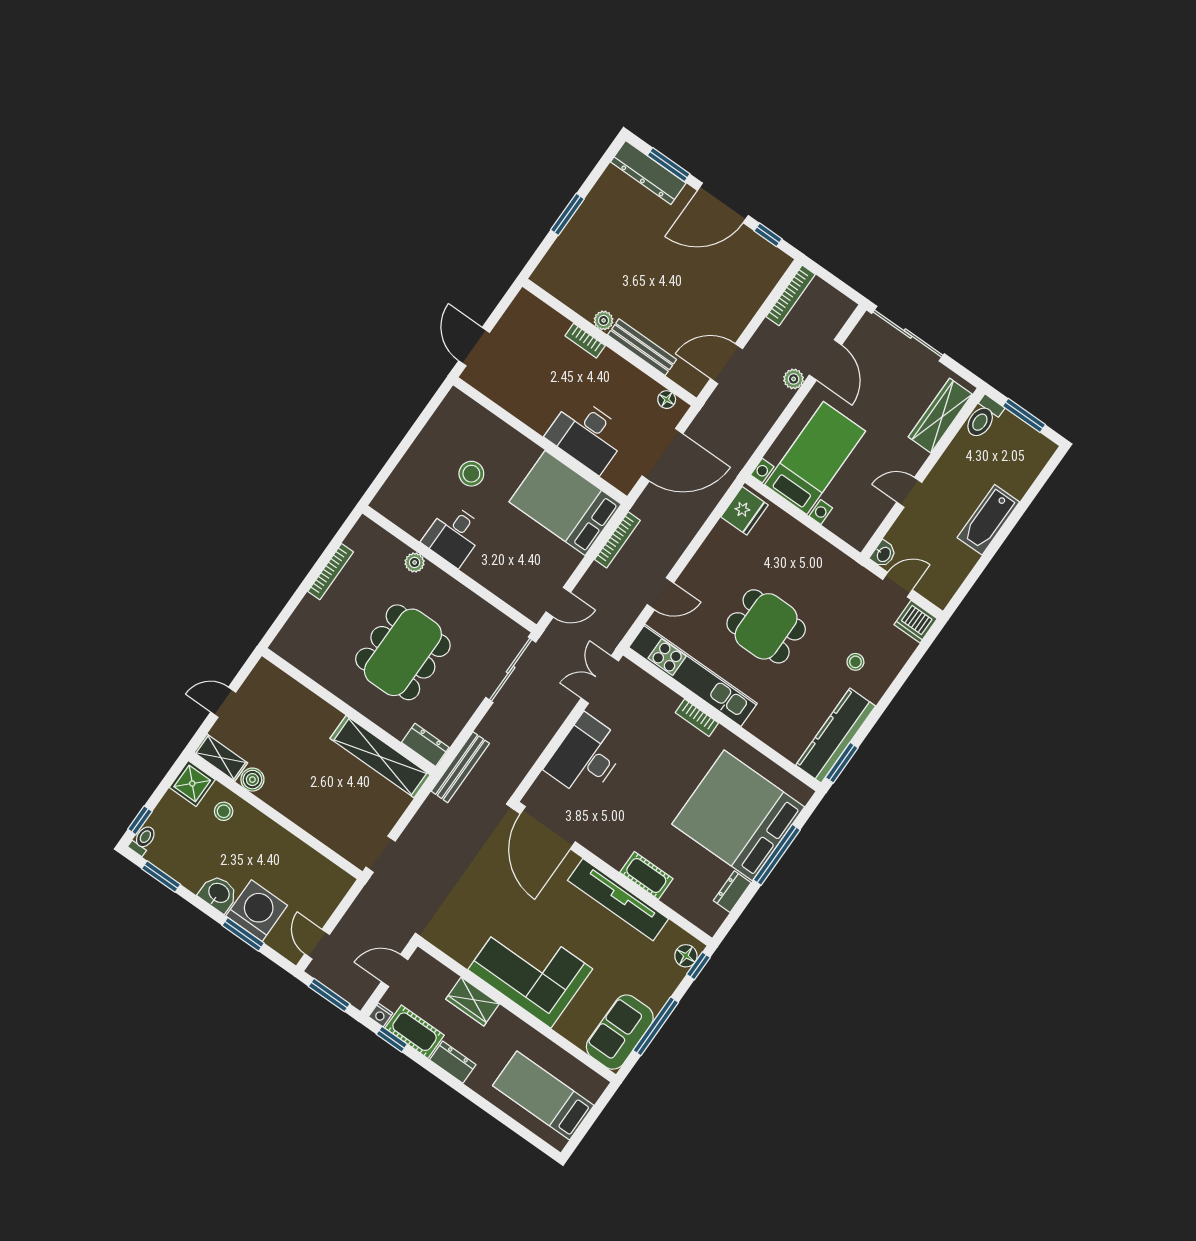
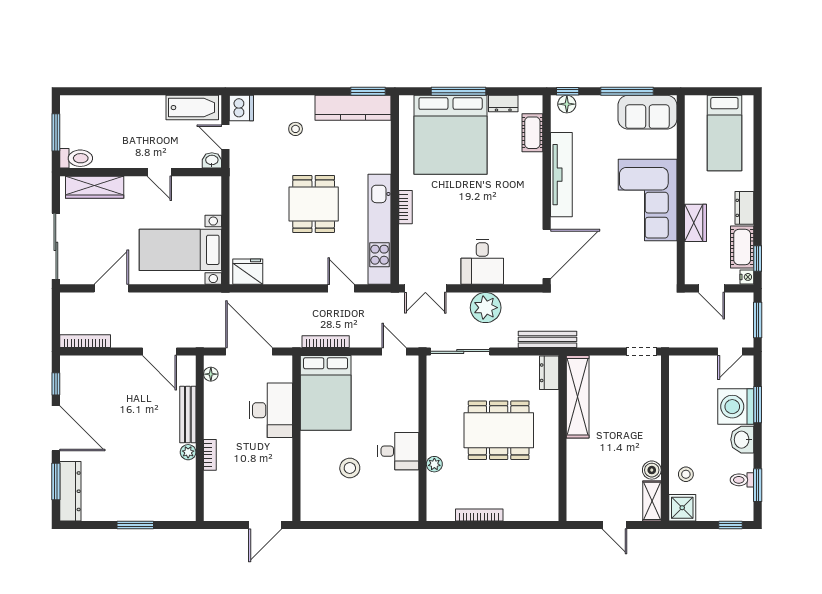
plant: (794, 379) -> (486, 308), moved, width x1.88, depth x1.88
bathtub: (988, 520) -> (192, 108), moved
desk: (586, 757) -> (482, 262), width x0.73
toilet: (143, 840) -> (742, 480), moved
cot: (646, 875) -> (532, 133), moved

